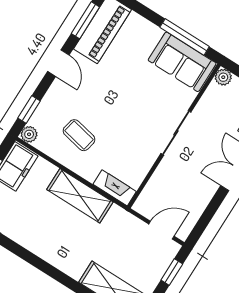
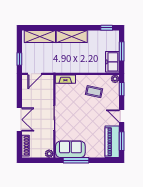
shelving: (80, 196) -> (72, 36), moved

